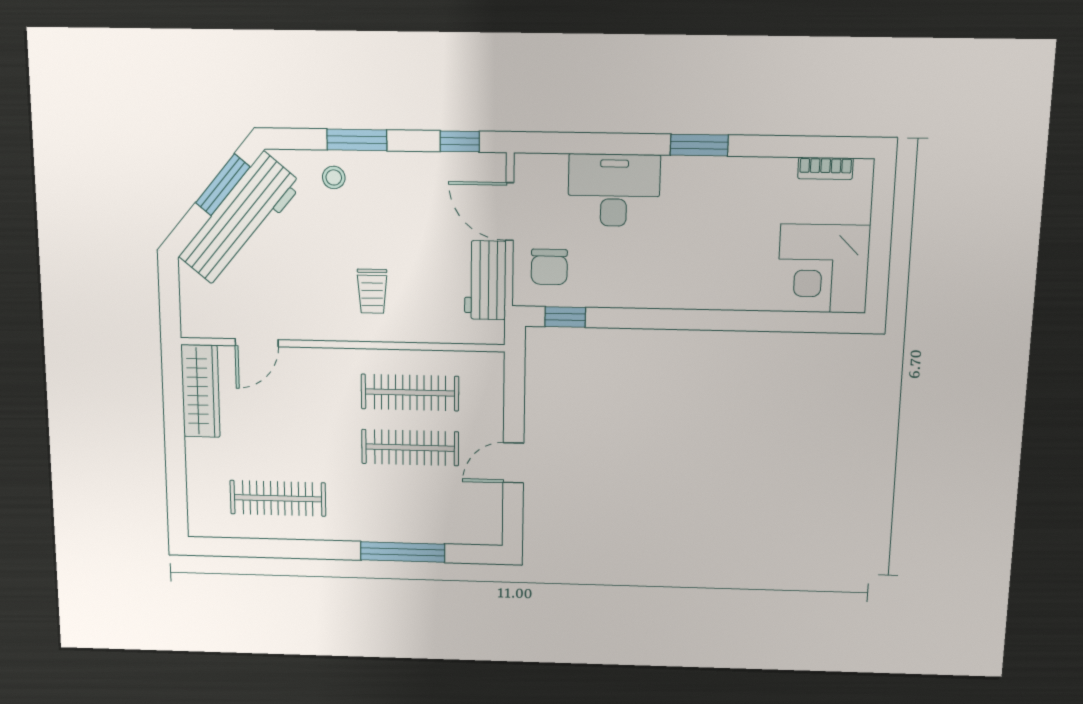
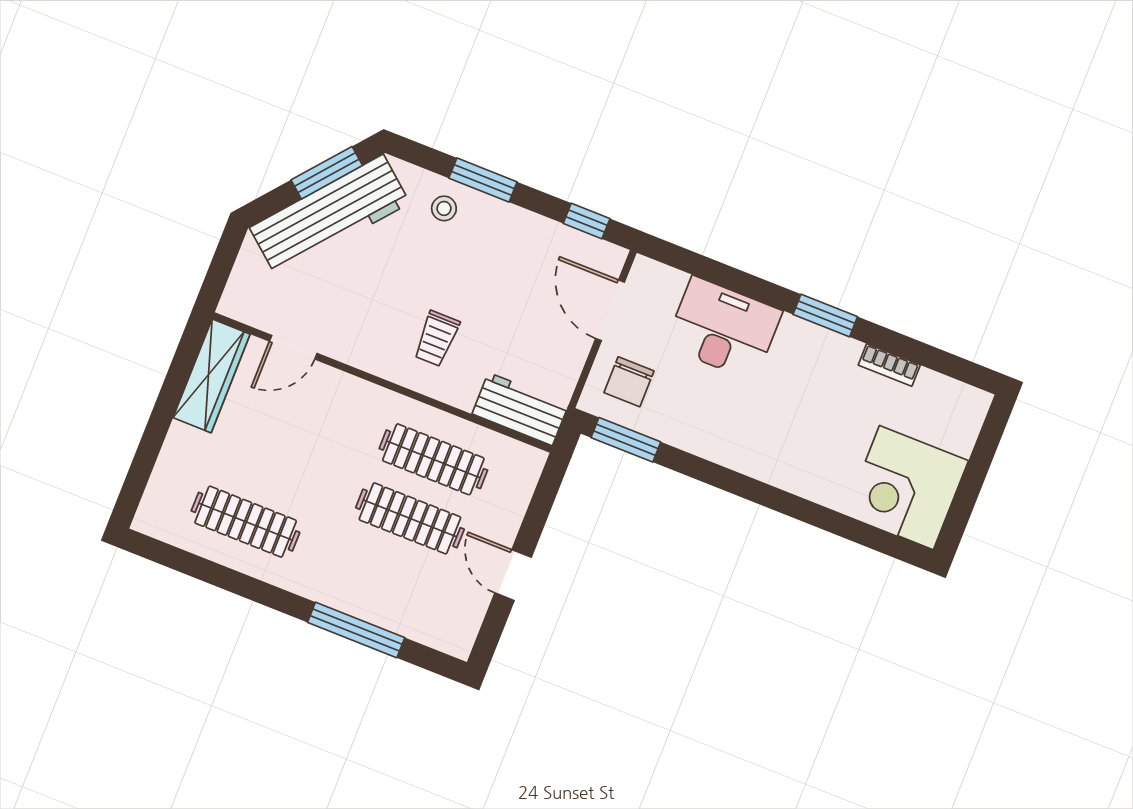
bookcase: (825, 168) -> (889, 365), moved
workbench: (485, 280) -> (520, 409), moved, turned 90
window: (565, 317) -> (626, 440), width x1.50
door: (513, 463) -> (513, 575), hinge flipped

